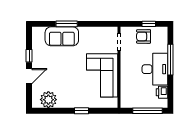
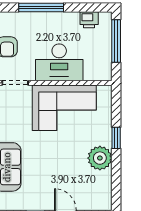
desk: (155, 69) -> (59, 62), moved, turned 180
plant: (48, 100) -> (100, 158), moved

